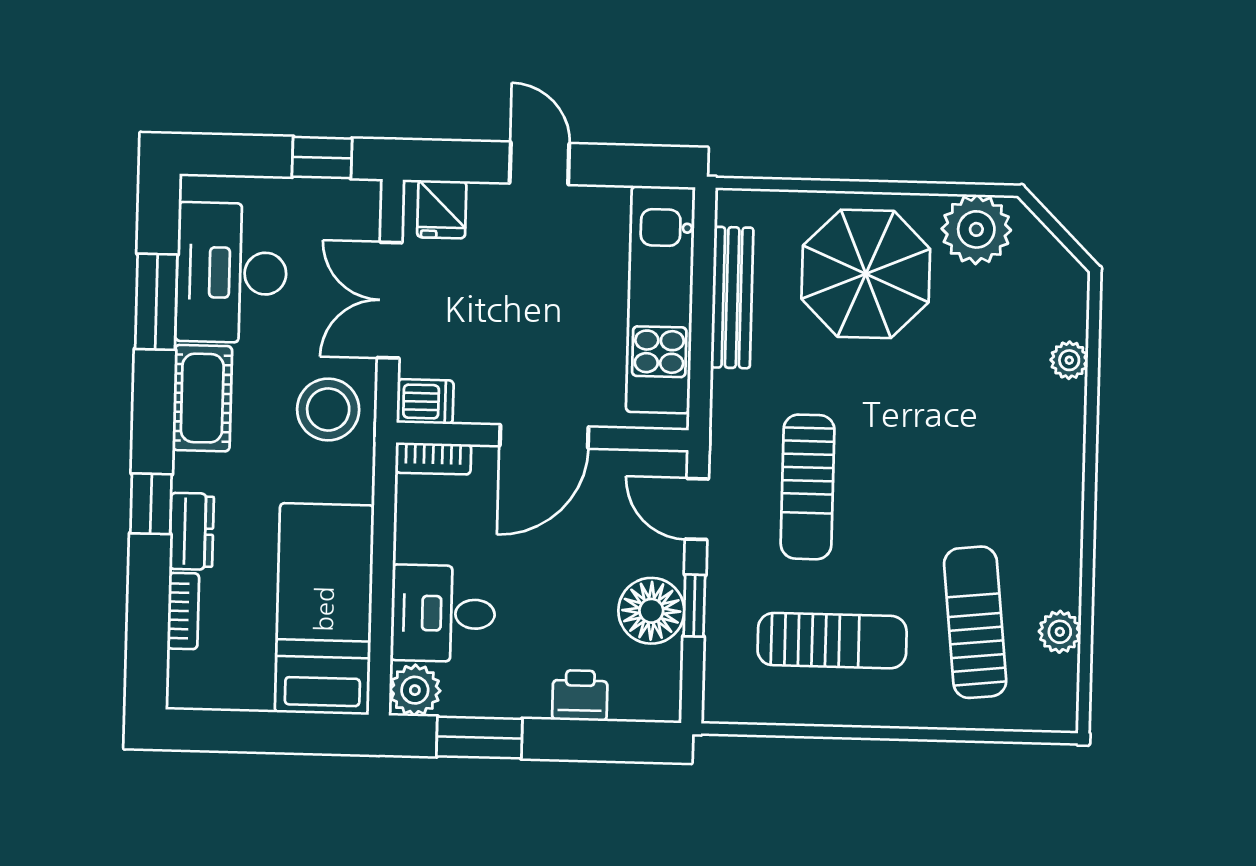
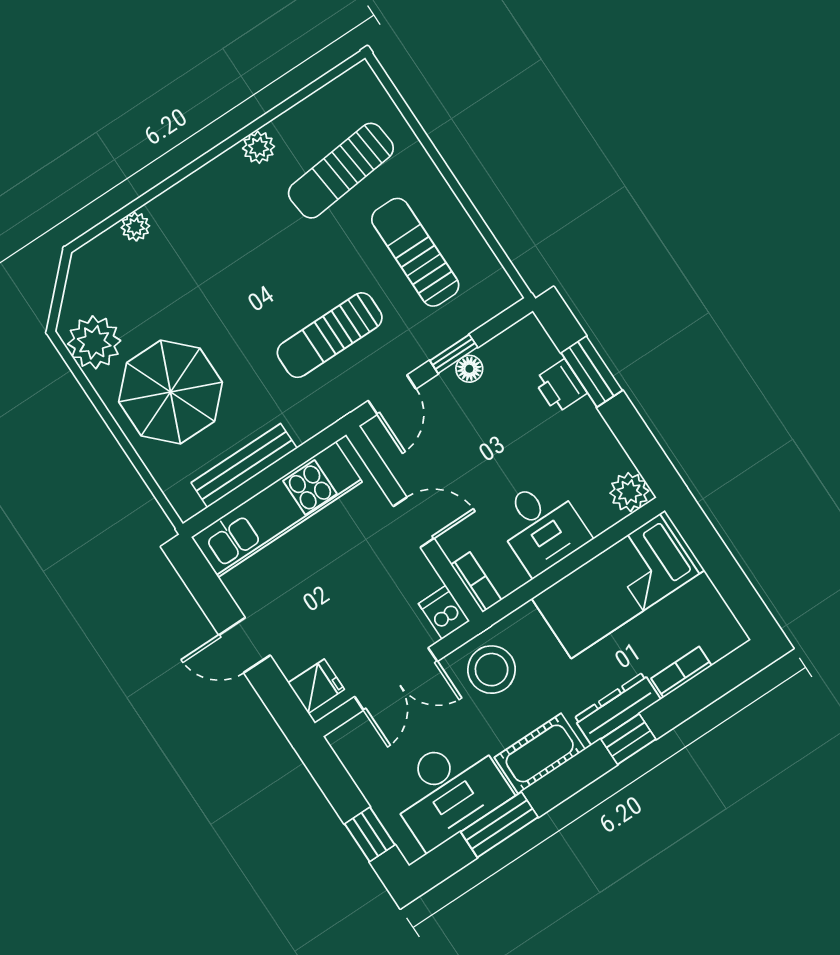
window: (322, 158) -> (370, 834), moved
door: (539, 163) -> (244, 645), hinge flipped
door: (544, 436) -> (414, 522), width x0.73
sun lounger: (808, 487) -> (330, 335), turned 180
dresser: (192, 531) -> (617, 709), width x1.44
floor lamp: (651, 611) -> (469, 369), width x0.53, depth x0.53
desk: (443, 613) -> (541, 526), moved
plant: (1060, 632) -> (259, 147), moved
window: (479, 738) -> (592, 372), moved

